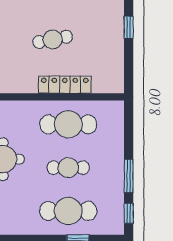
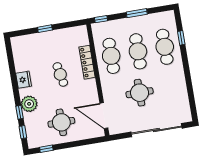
cafe table: (68, 168) -> (138, 51), width x1.37, depth x1.35
window: (129, 213) -> (101, 19), moved

